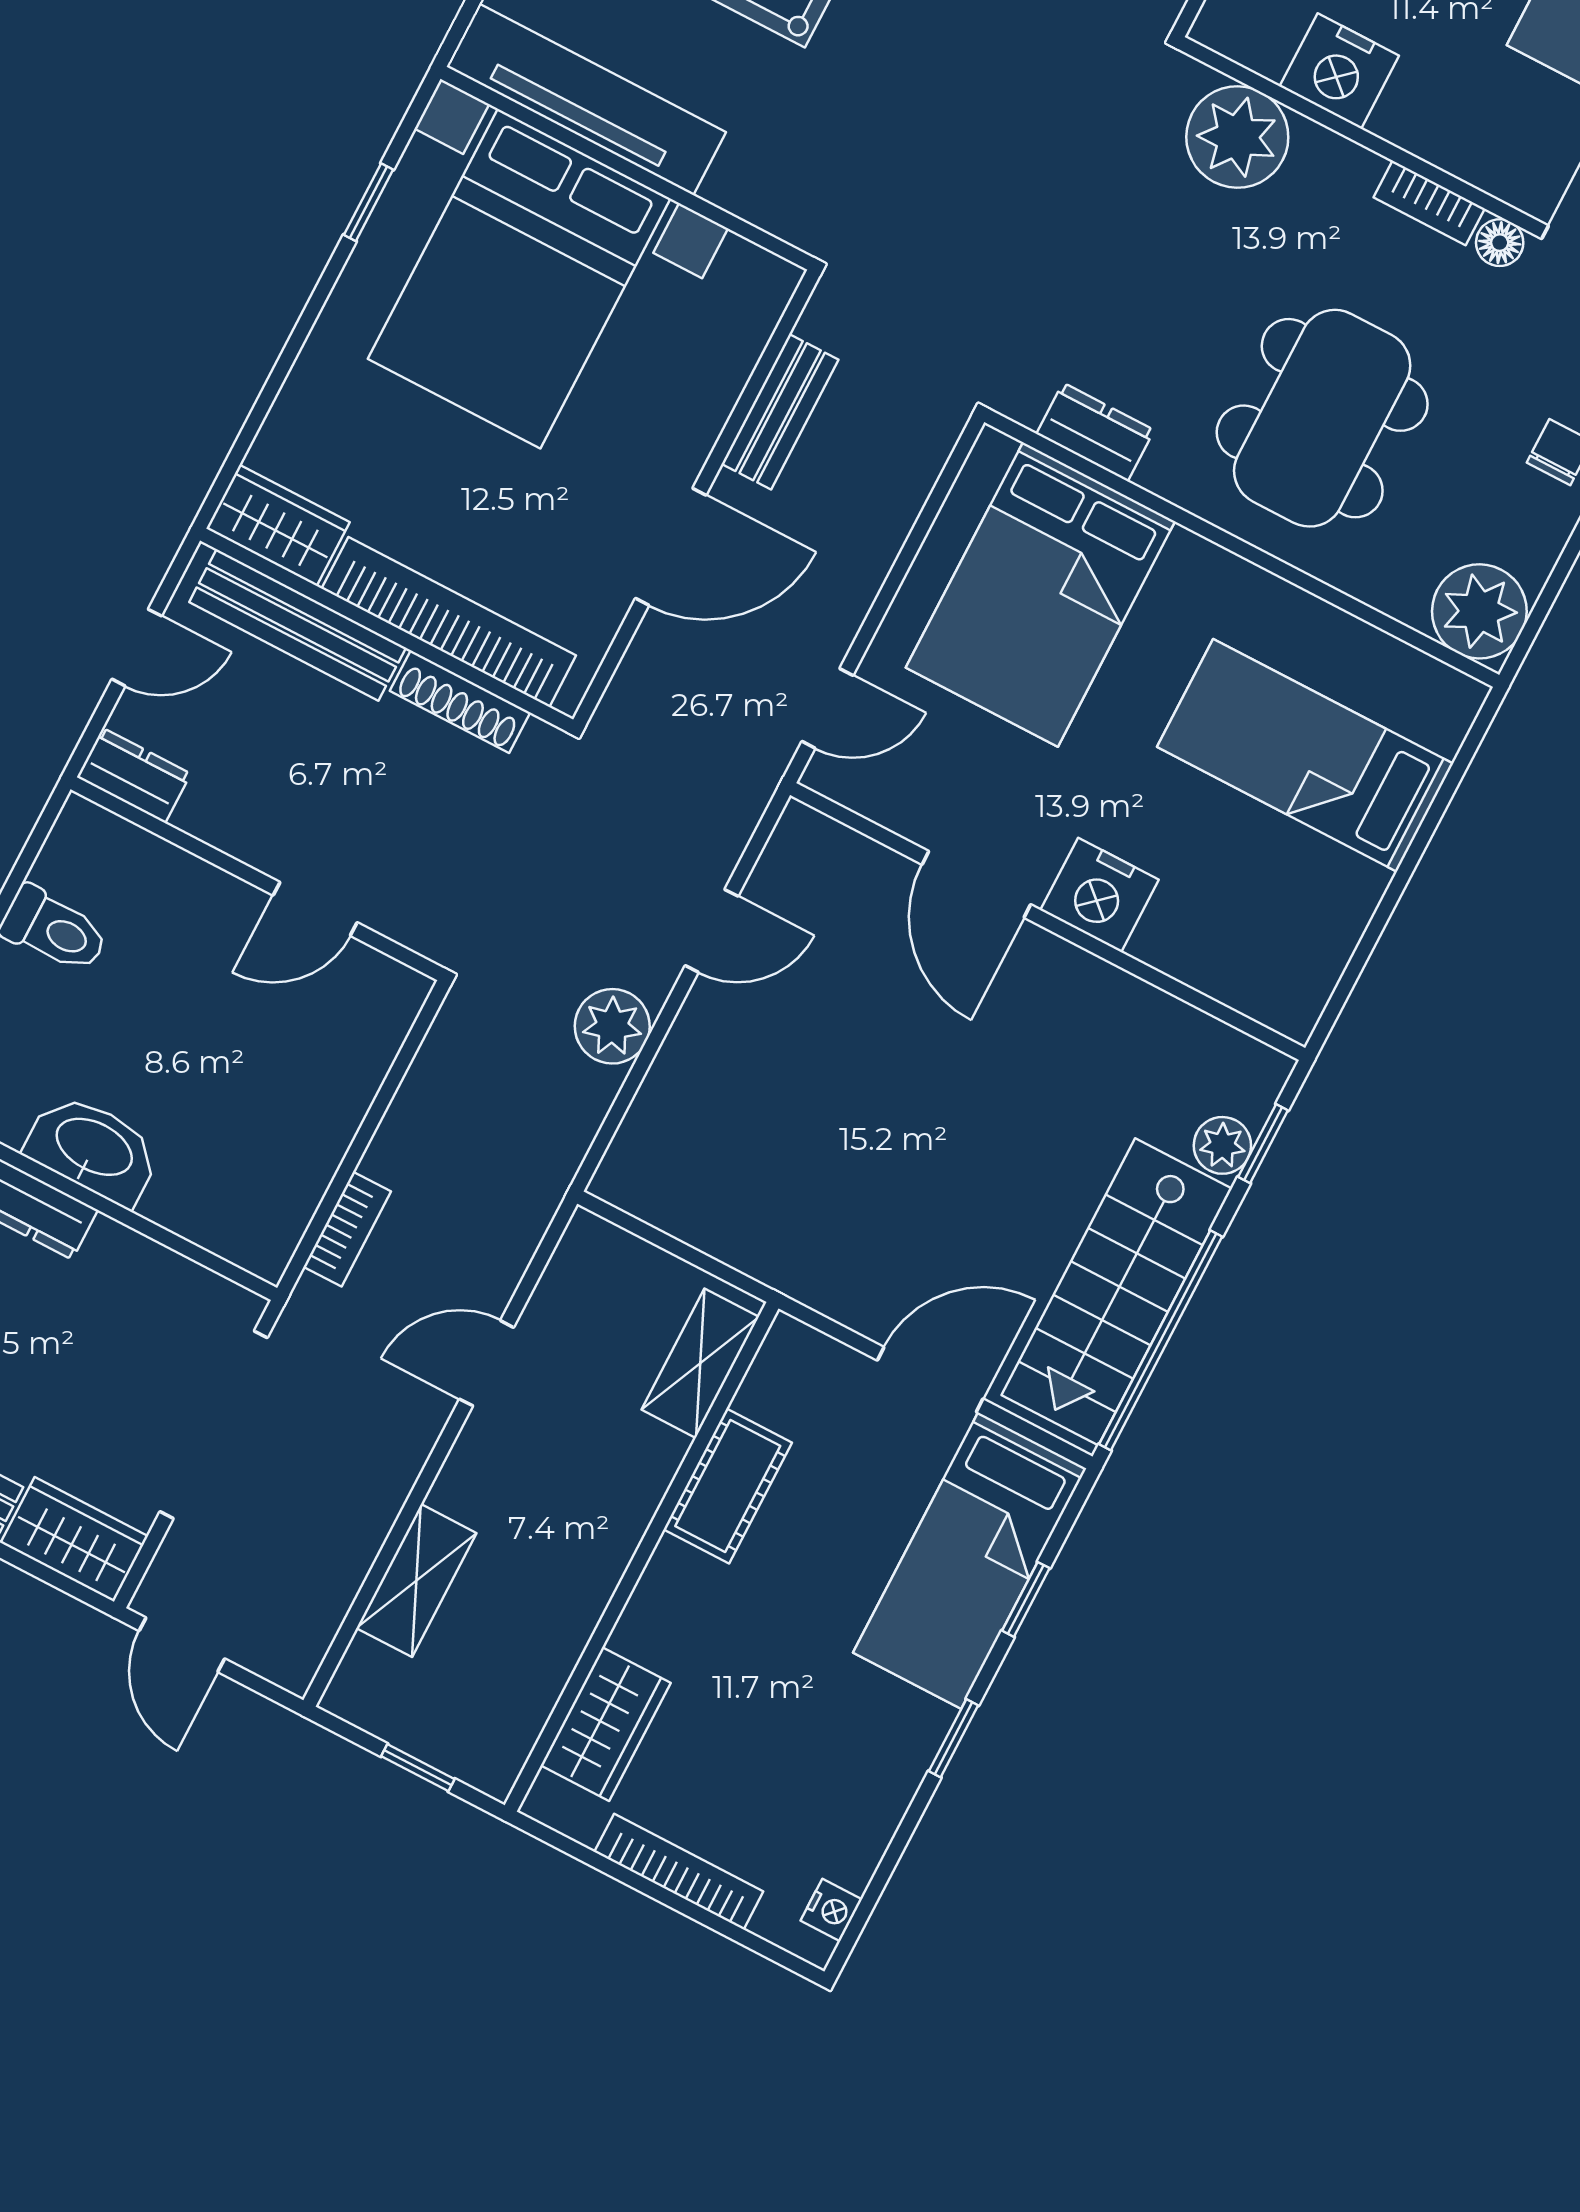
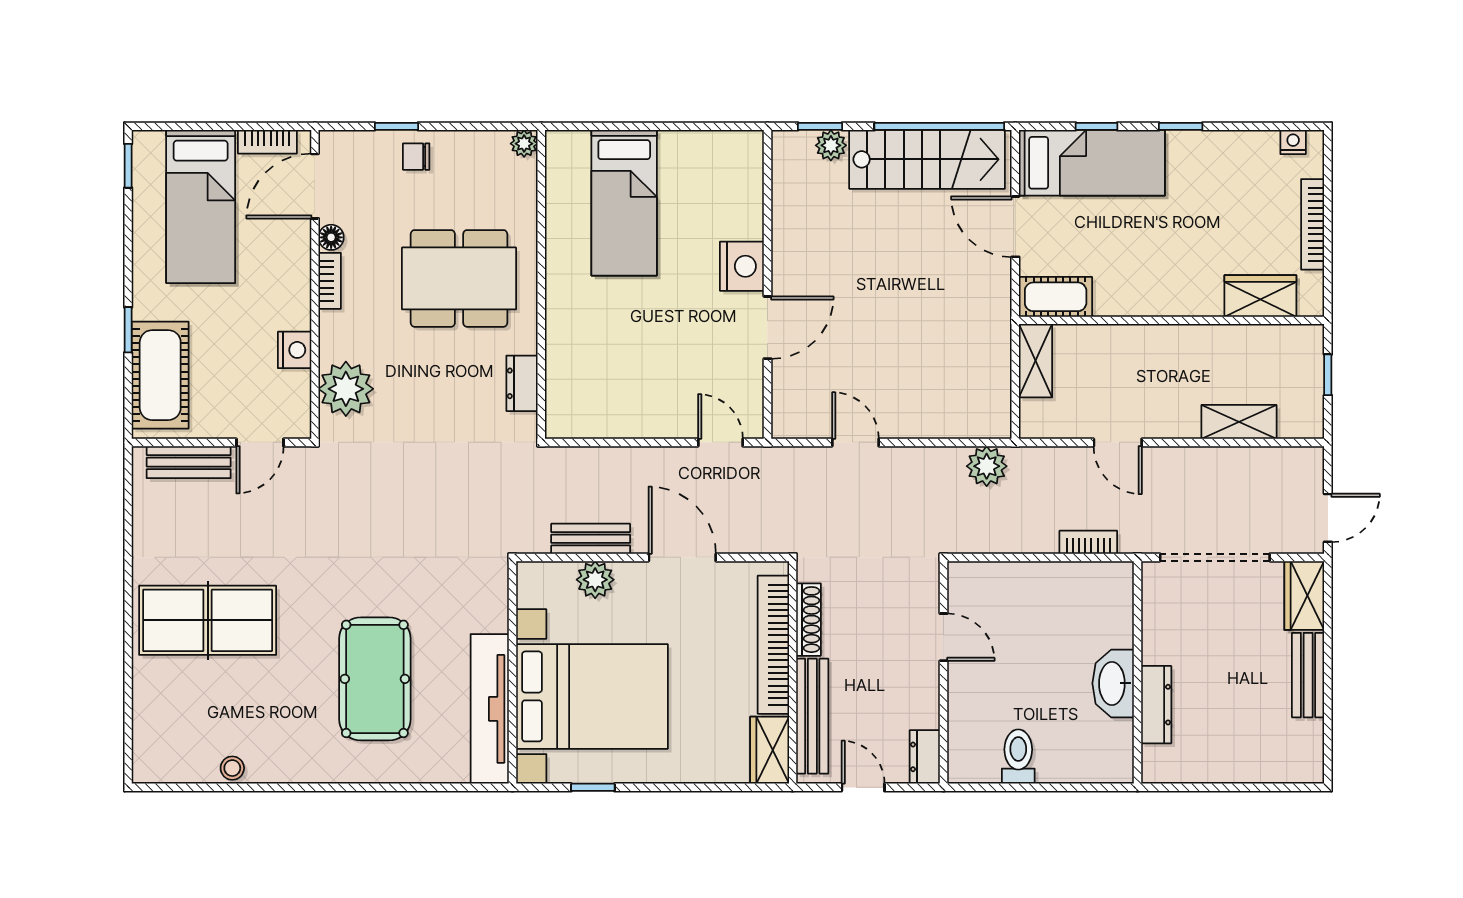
nightstand: (1339, 71) -> (295, 350), width x0.74, depth x0.75
plant: (709, 384) -> (595, 580), added
bed: (1040, 594) -> (613, 369), removed
plant: (1479, 611) -> (524, 144), width x0.53, depth x0.53
plant: (612, 1026) -> (987, 466), moved
shelving: (700, 1363) -> (1035, 361), moved, turned 90
cot: (728, 1486) -> (1056, 297), moved

